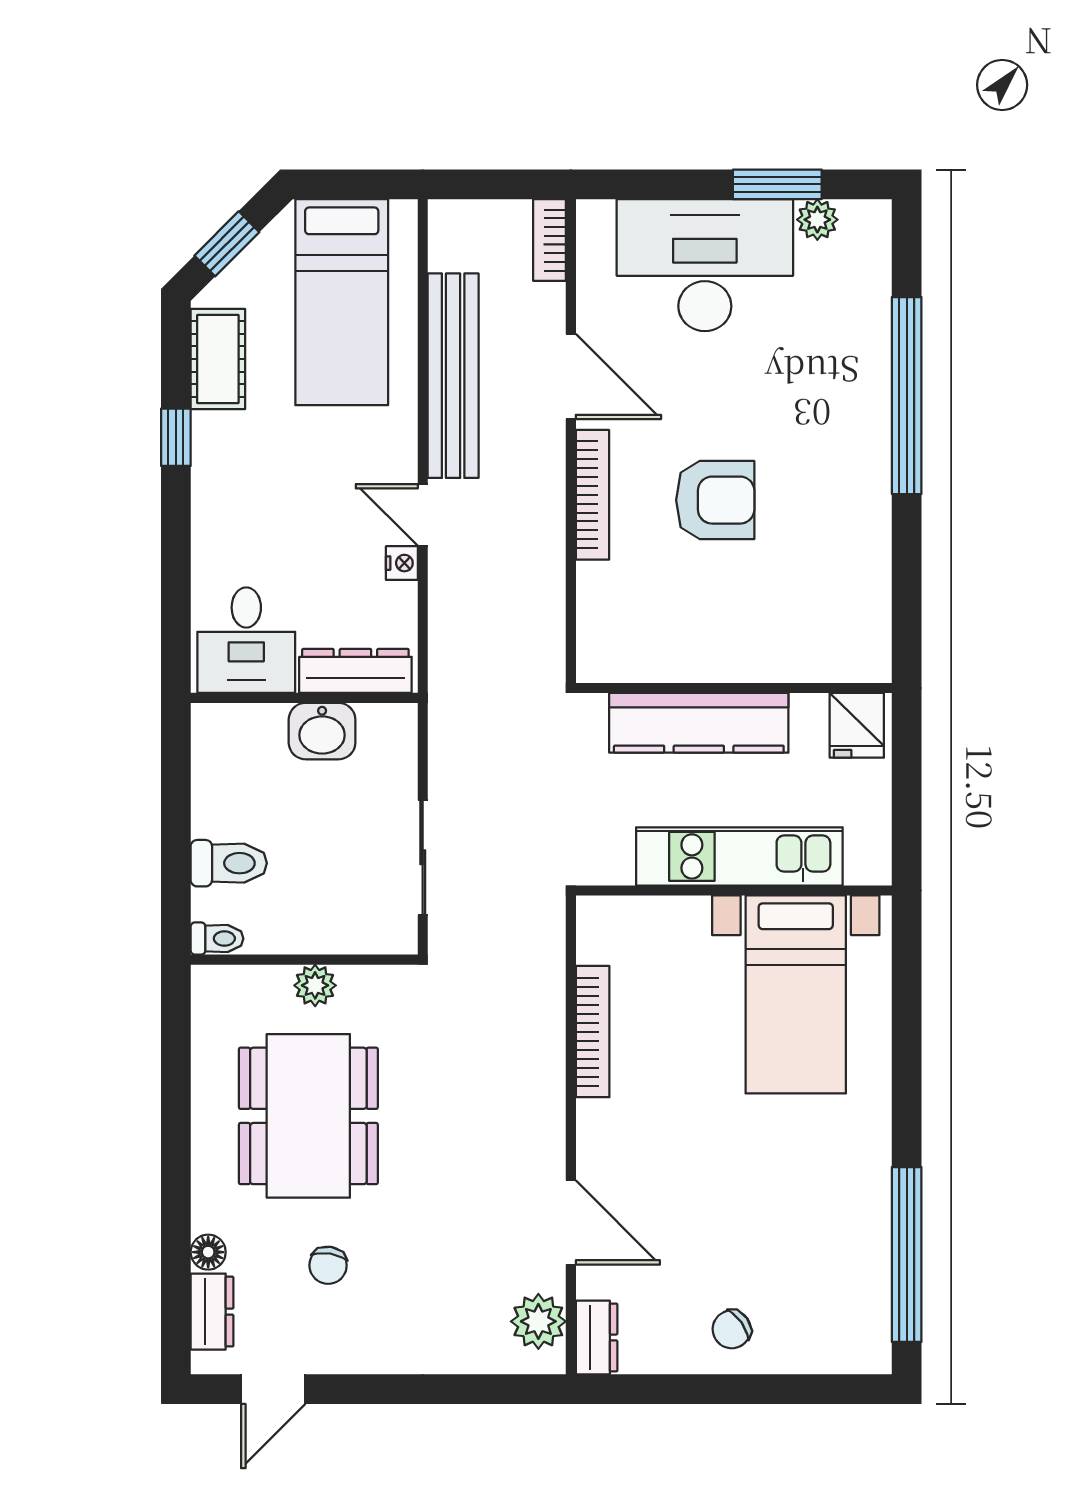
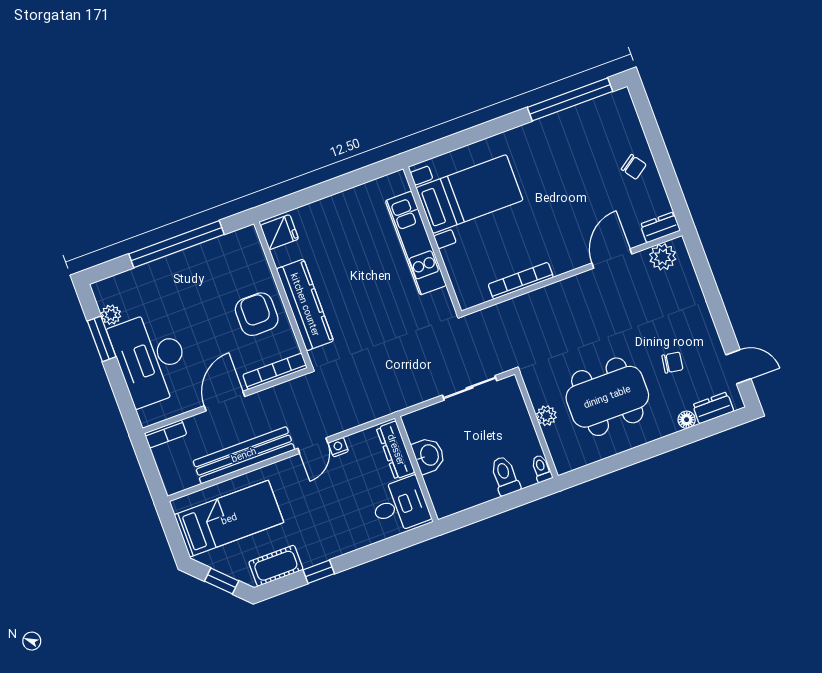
wall: (734, 688) -> (283, 295), moved
kitchen counter: (699, 723) -> (305, 305), moved
fridge: (857, 725) -> (279, 232), moved

